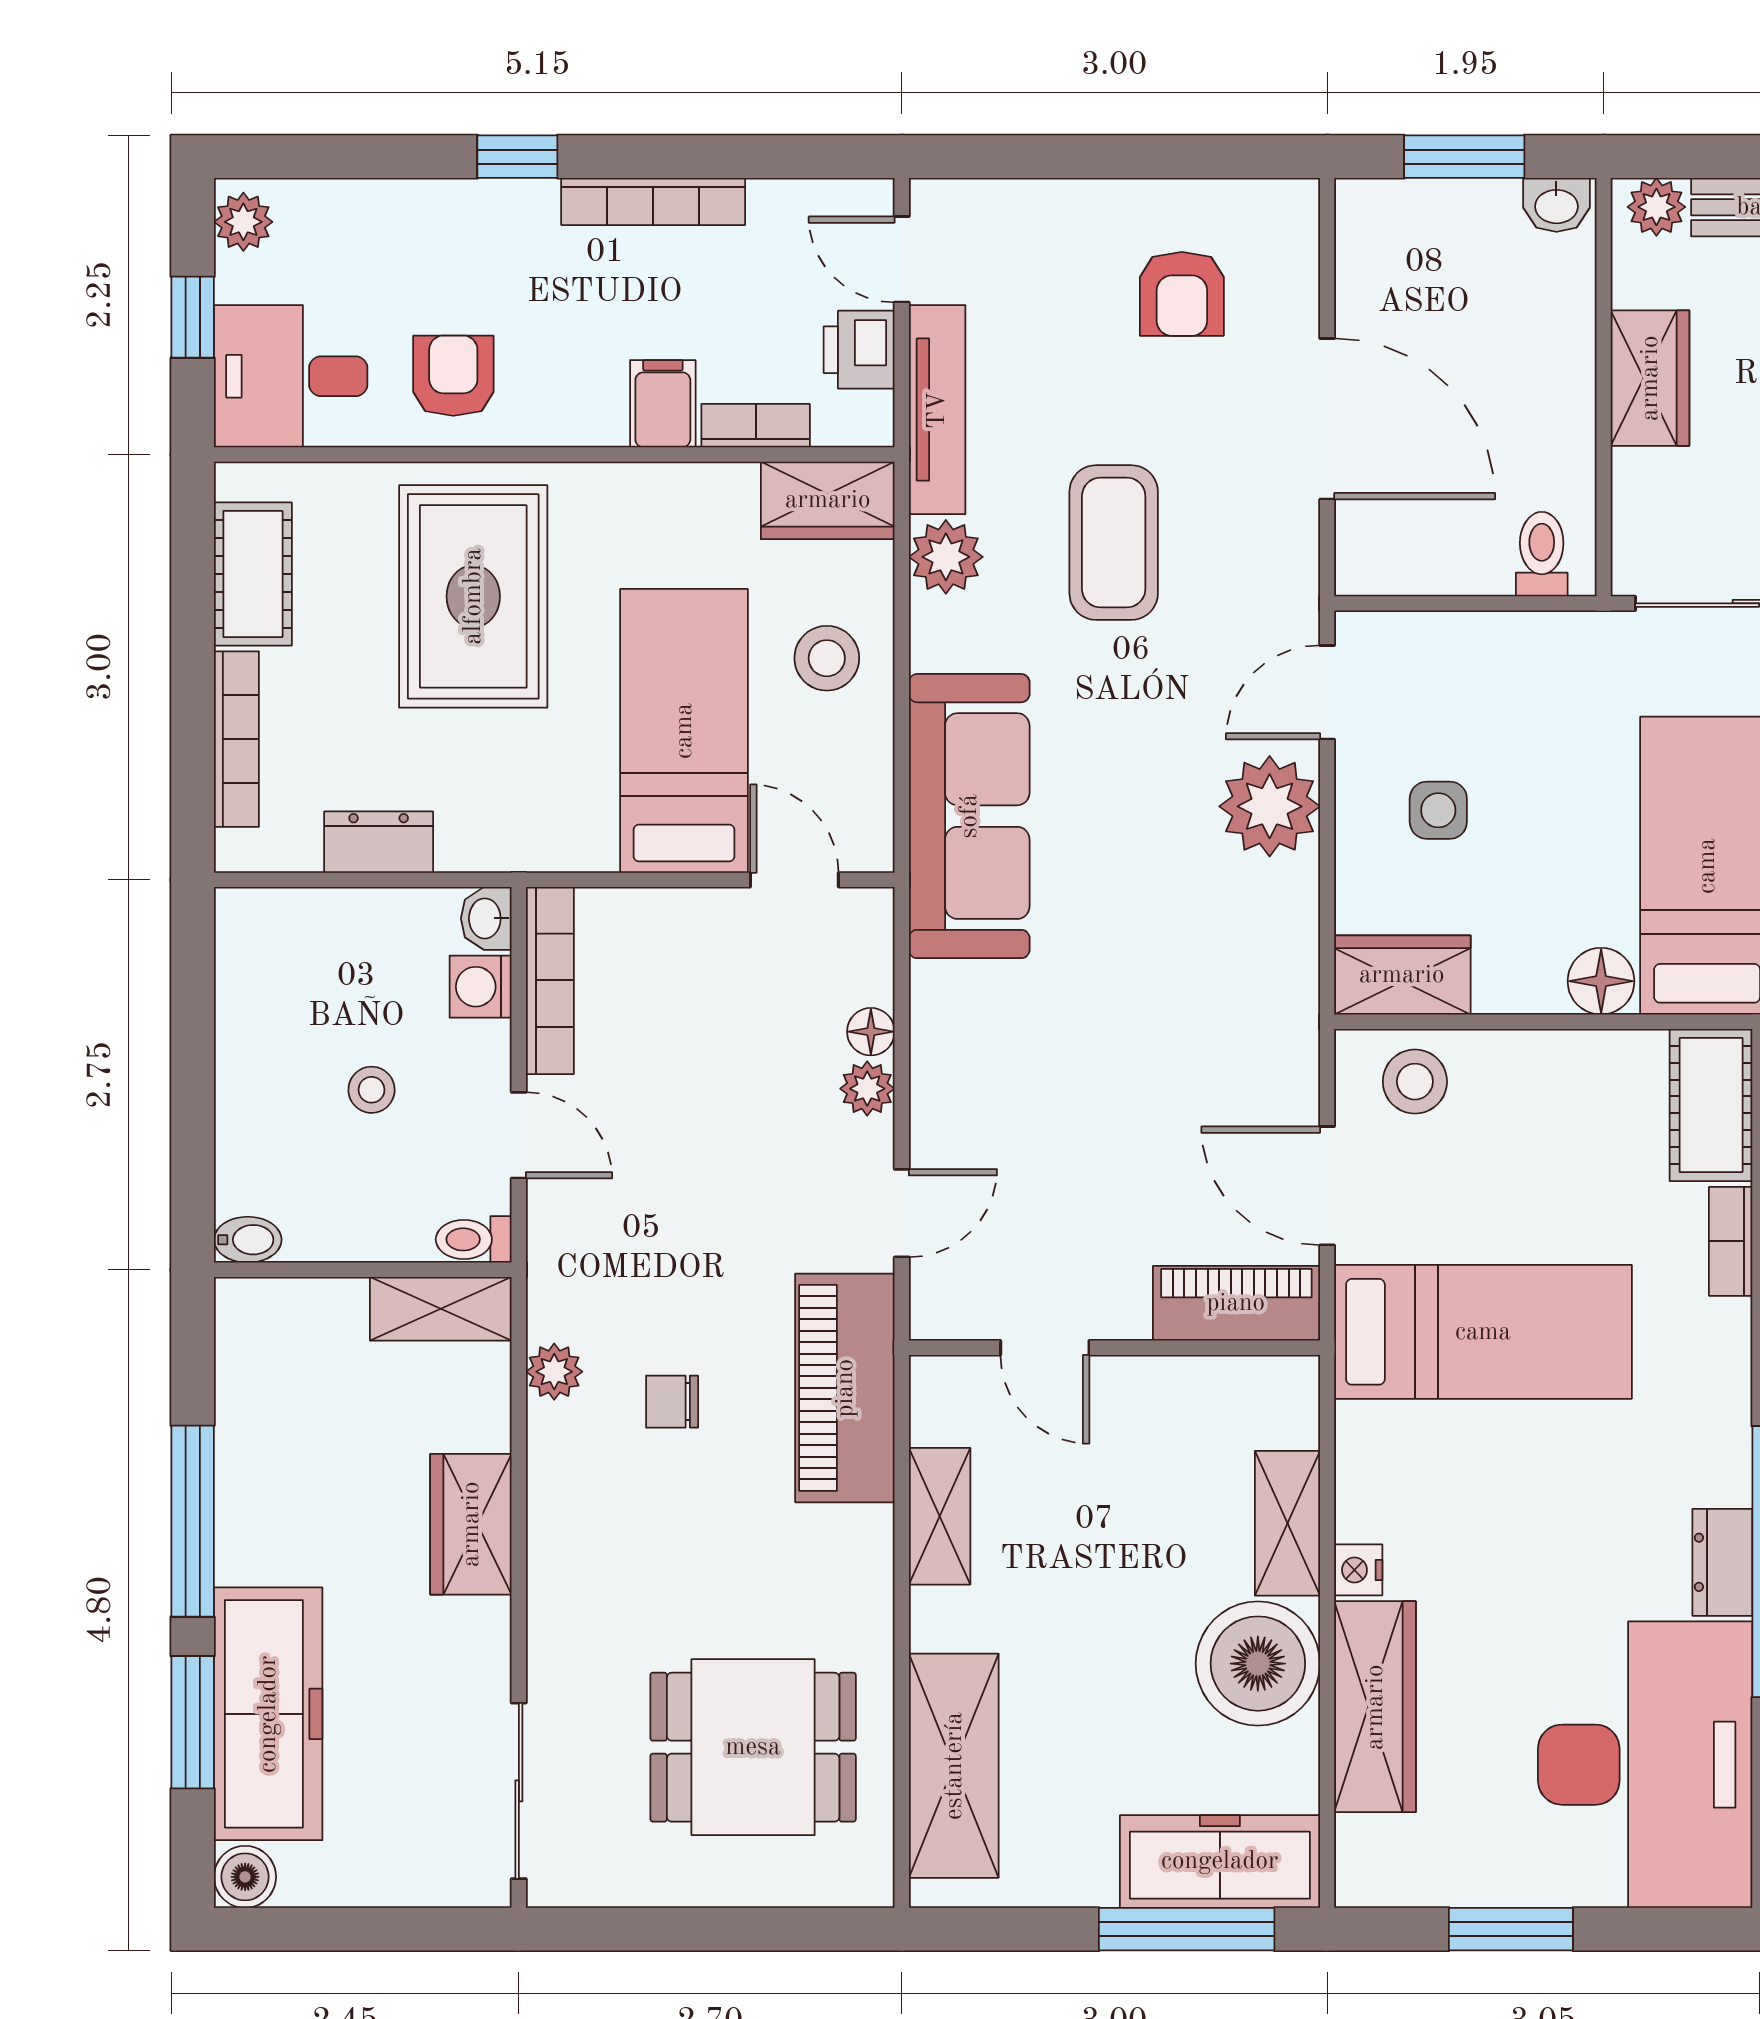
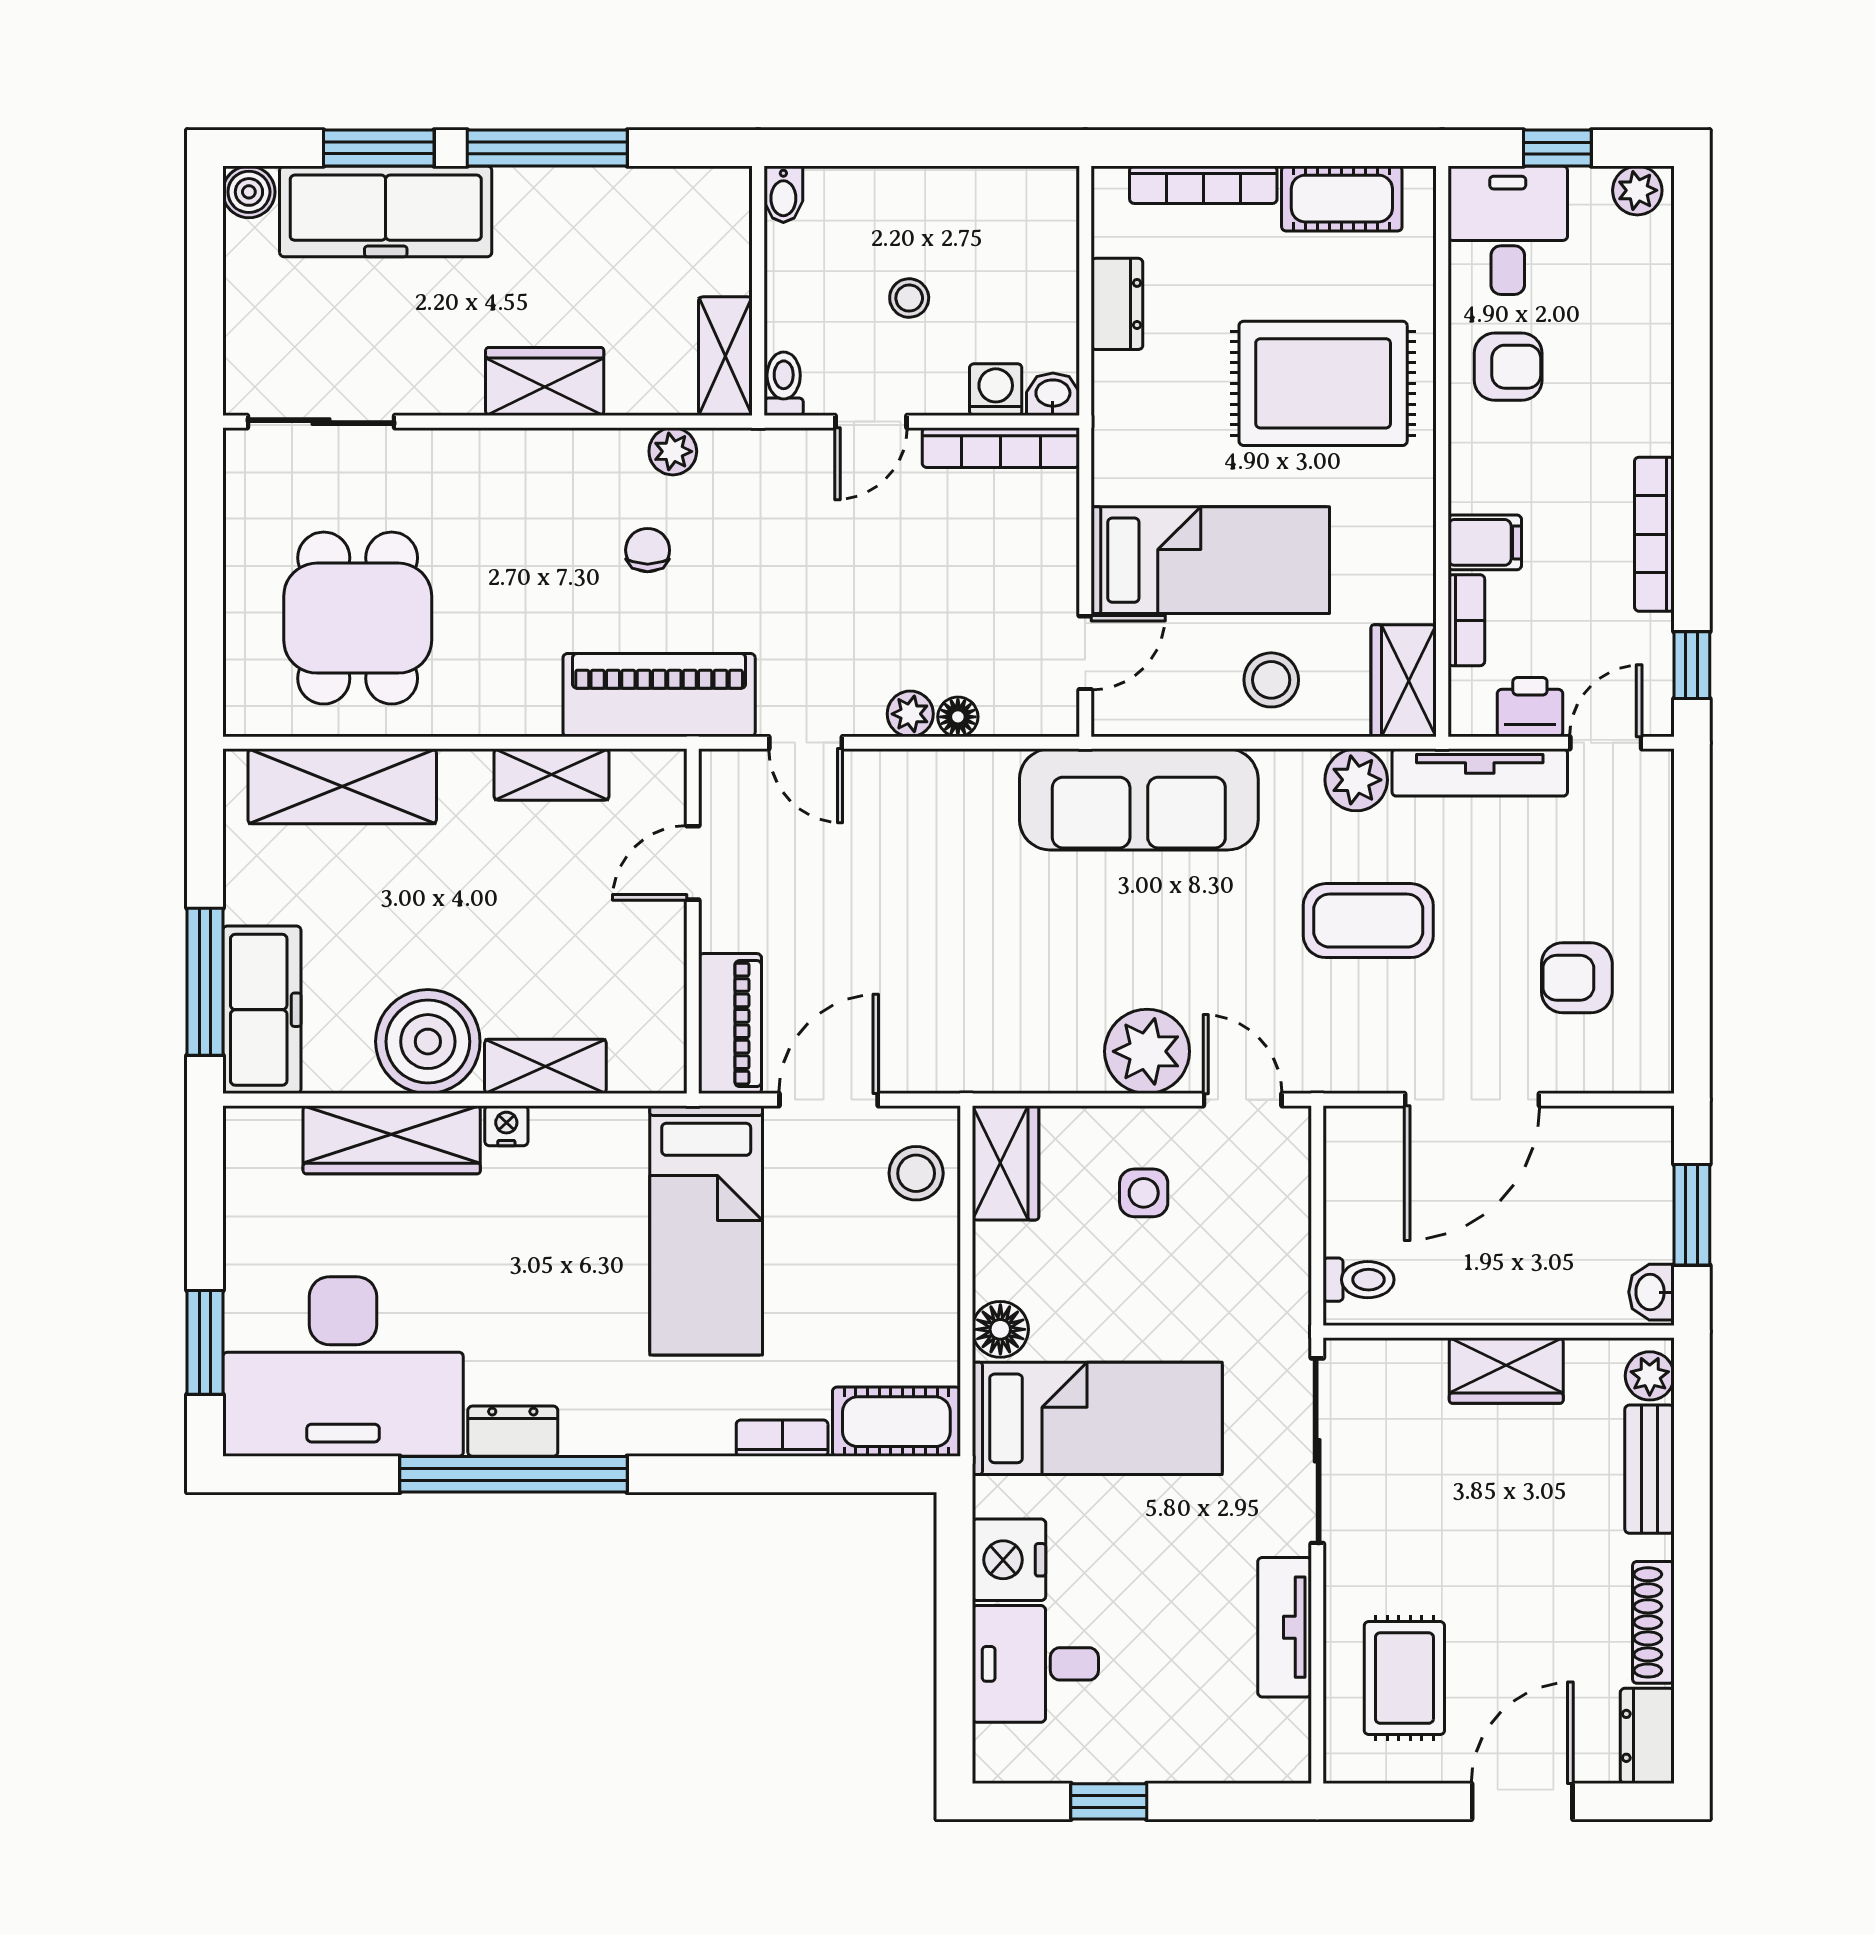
window: (517, 157) -> (1692, 665), moved
window: (1511, 1929) -> (205, 1342), moved

